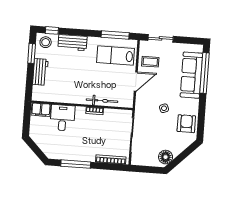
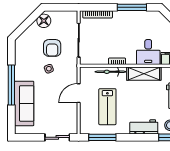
lab bench: (115, 56) -> (107, 107), moved, turned 90
coffee table: (150, 62) -> (66, 114), removed
window: (205, 73) -> (11, 85), moved
shelving: (68, 96) -> (144, 74), added
armchair: (186, 124) -> (52, 48), moved

